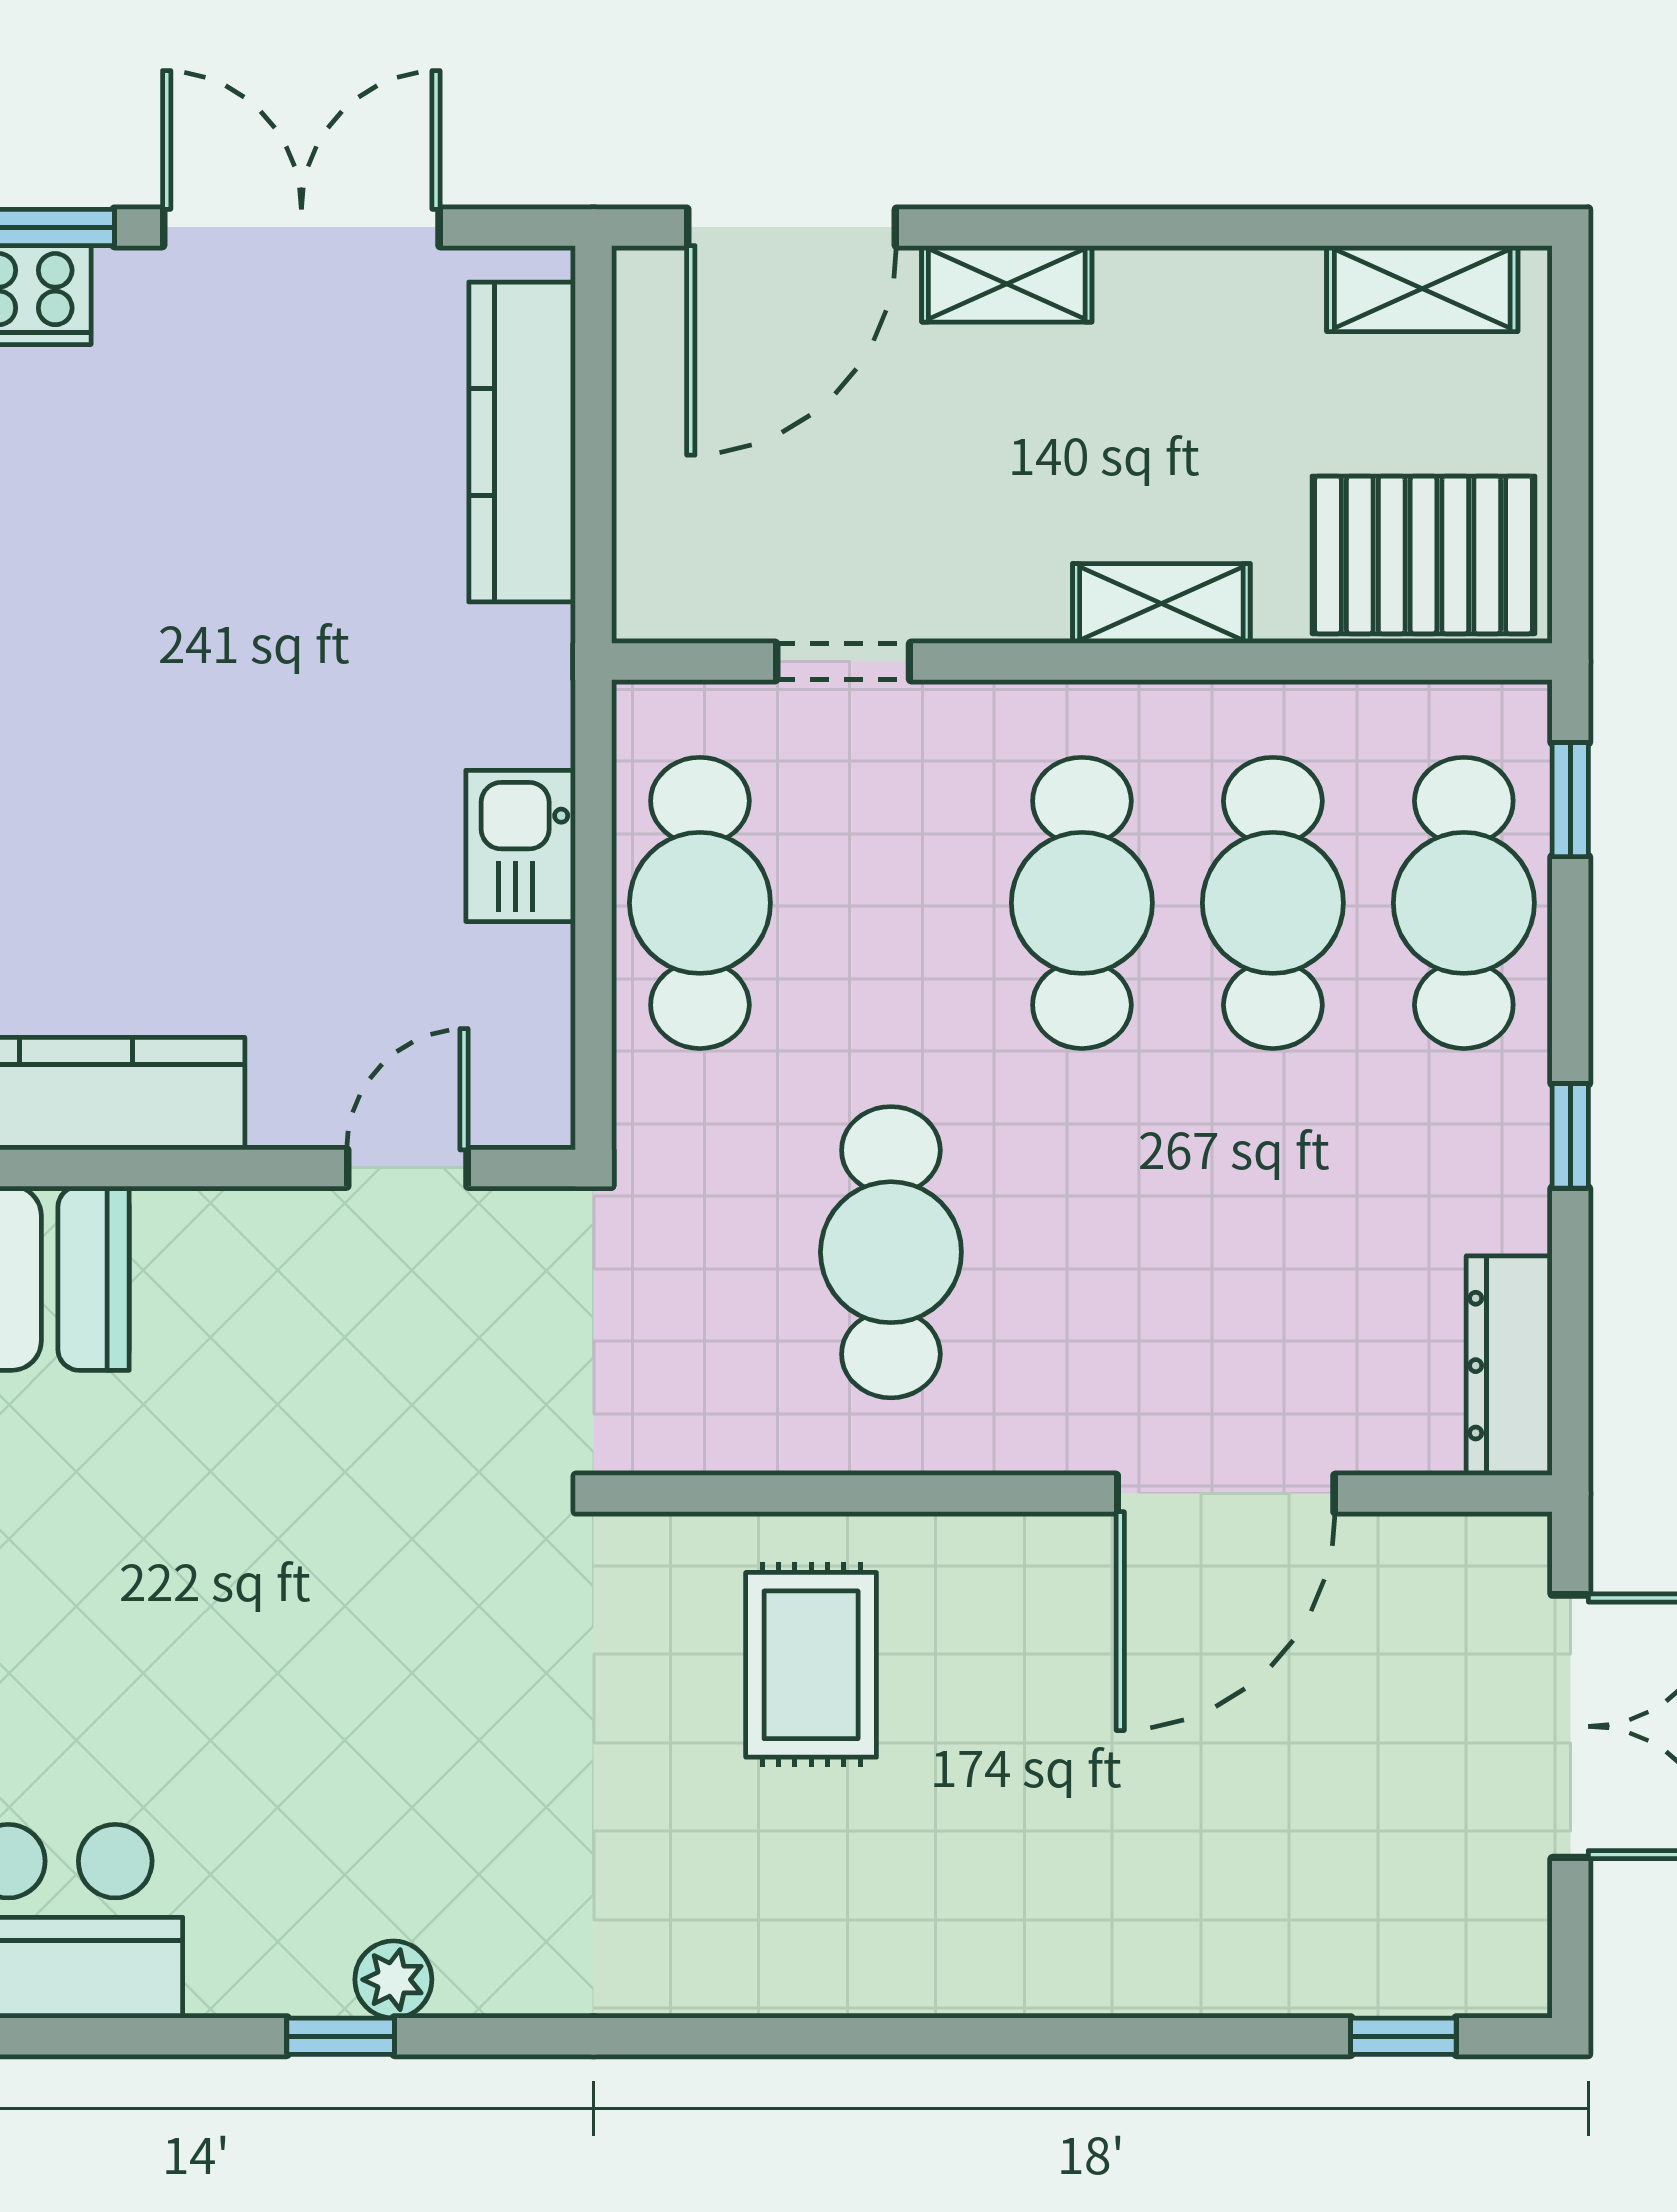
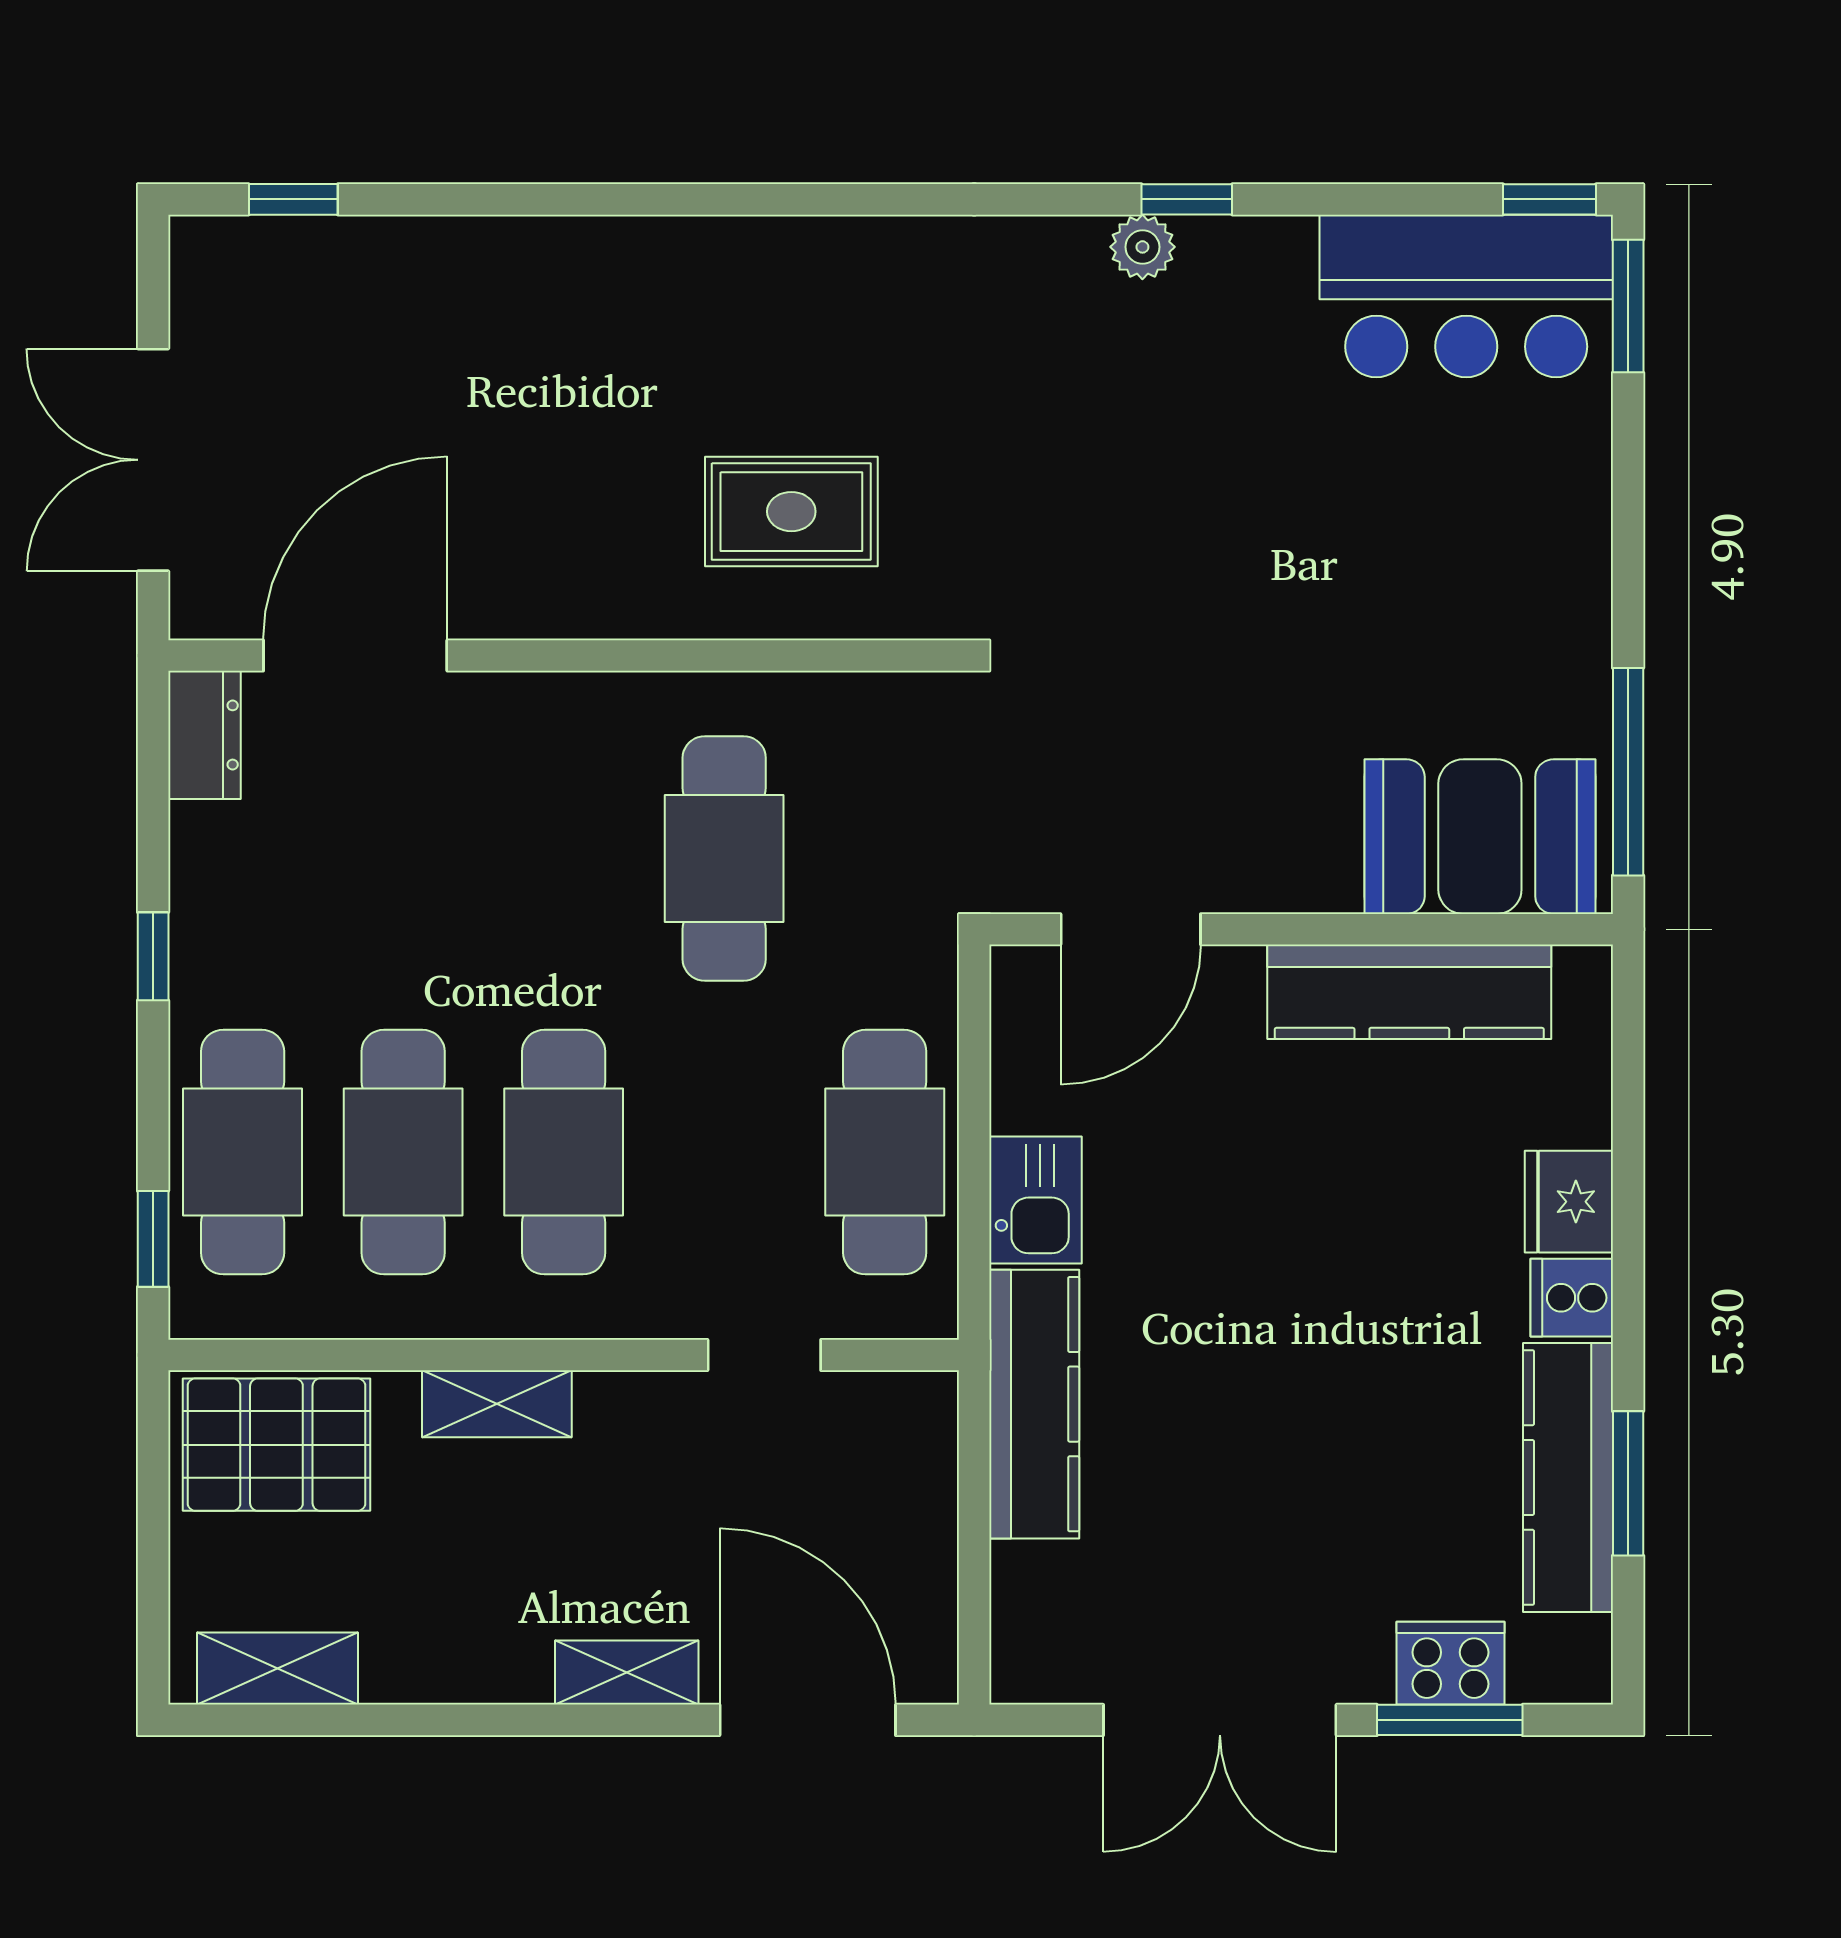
door: (792, 227) -> (808, 1720), hinge flipped
kitchen counter: (522, 442) -> (1034, 1404), moved
door: (407, 1168) -> (1131, 929), width x1.38
dresser: (1509, 1366) -> (204, 735), width x0.70
door: (1226, 1494) -> (355, 656), moved
rug: (811, 1665) -> (791, 512), turned 90

